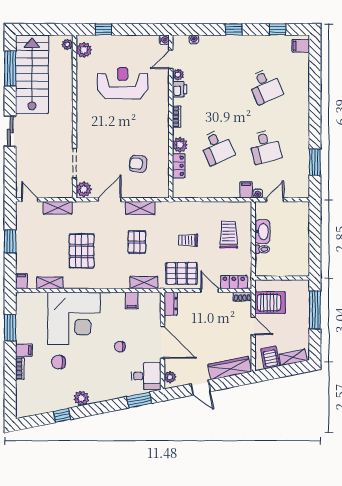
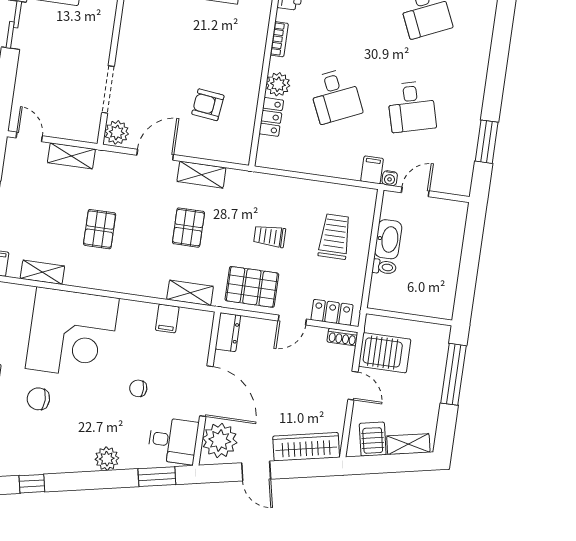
pallet: (82, 251) -> (100, 229), width x0.67, depth x0.71
door: (210, 290) -> (292, 320), swing flipped
plant: (170, 377) -> (220, 440), width x1.87, depth x1.87
plant: (81, 398) -> (107, 459), moved

